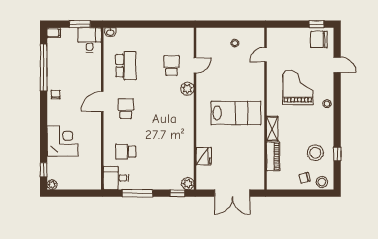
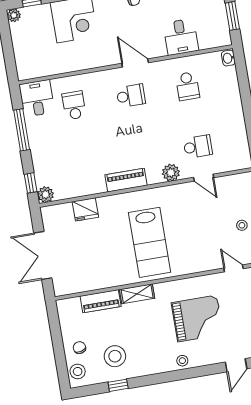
desk: (90, 40) -> (181, 37), moved, turned 90
school desk: (126, 66) -> (188, 86), width x0.54
piano: (187, 123) -> (126, 180), added

